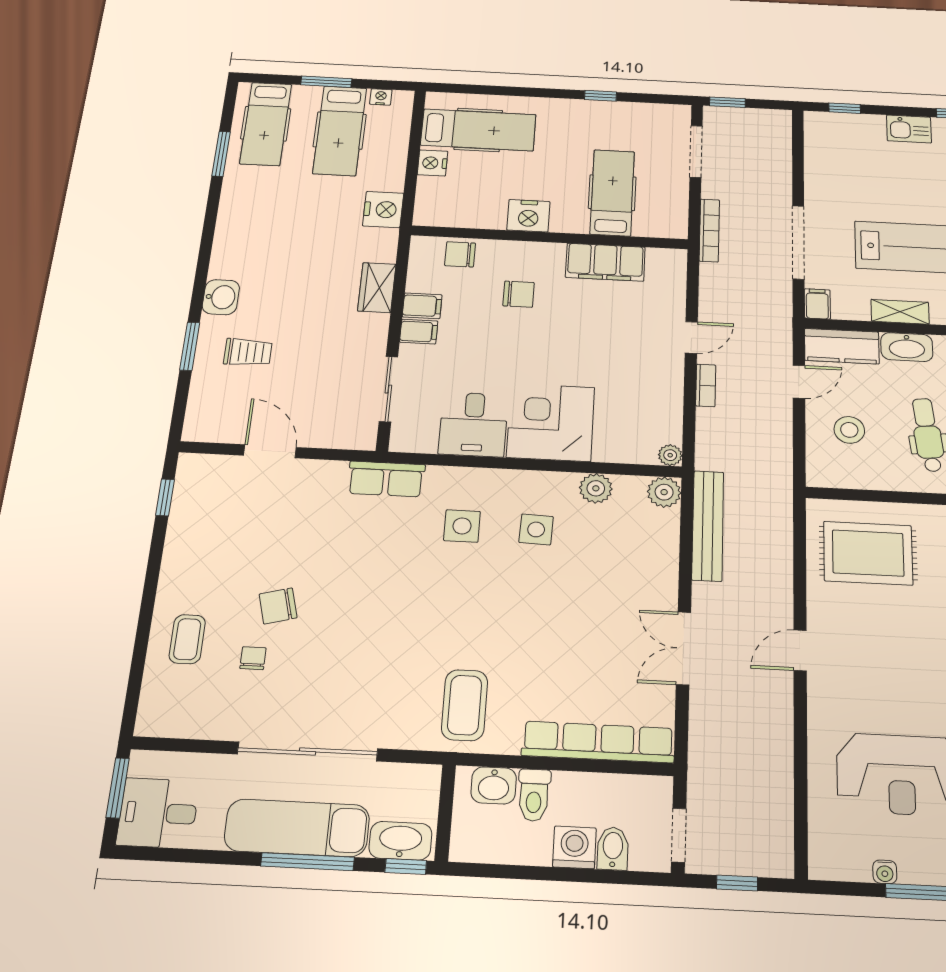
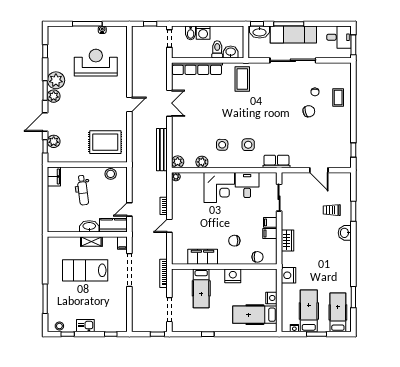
stool: (849, 430) -> (111, 174), moved

